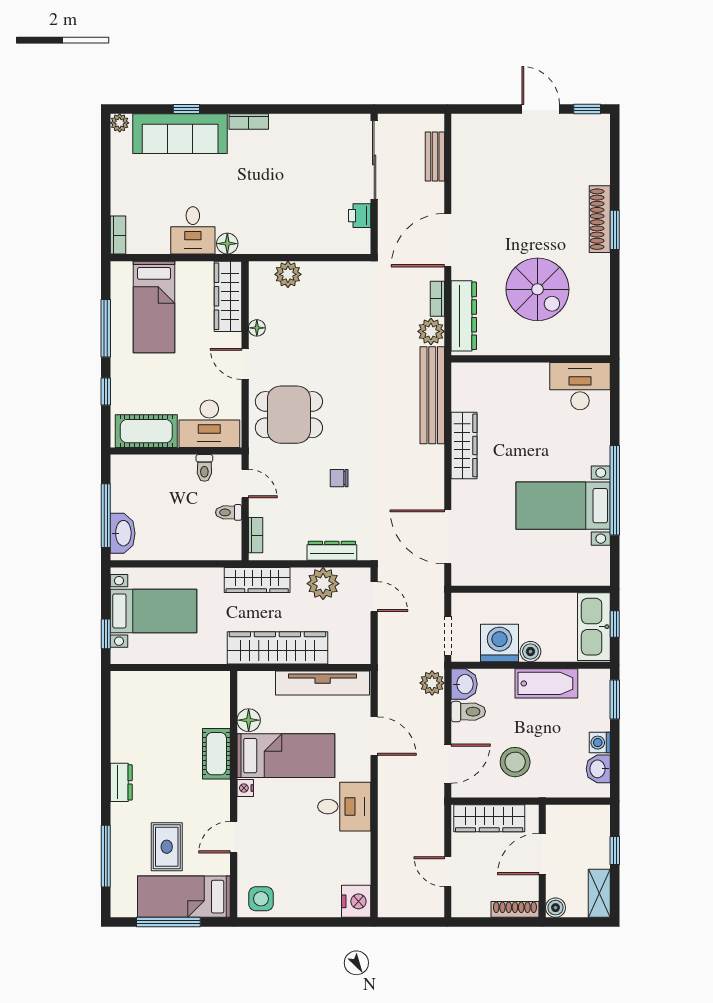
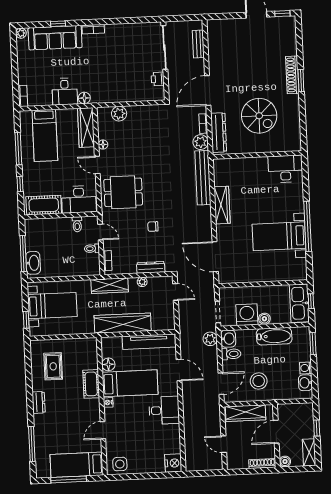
plant: (323, 584) -> (142, 282), width x0.53, depth x0.53
rug: (167, 847) -> (53, 366), moved

